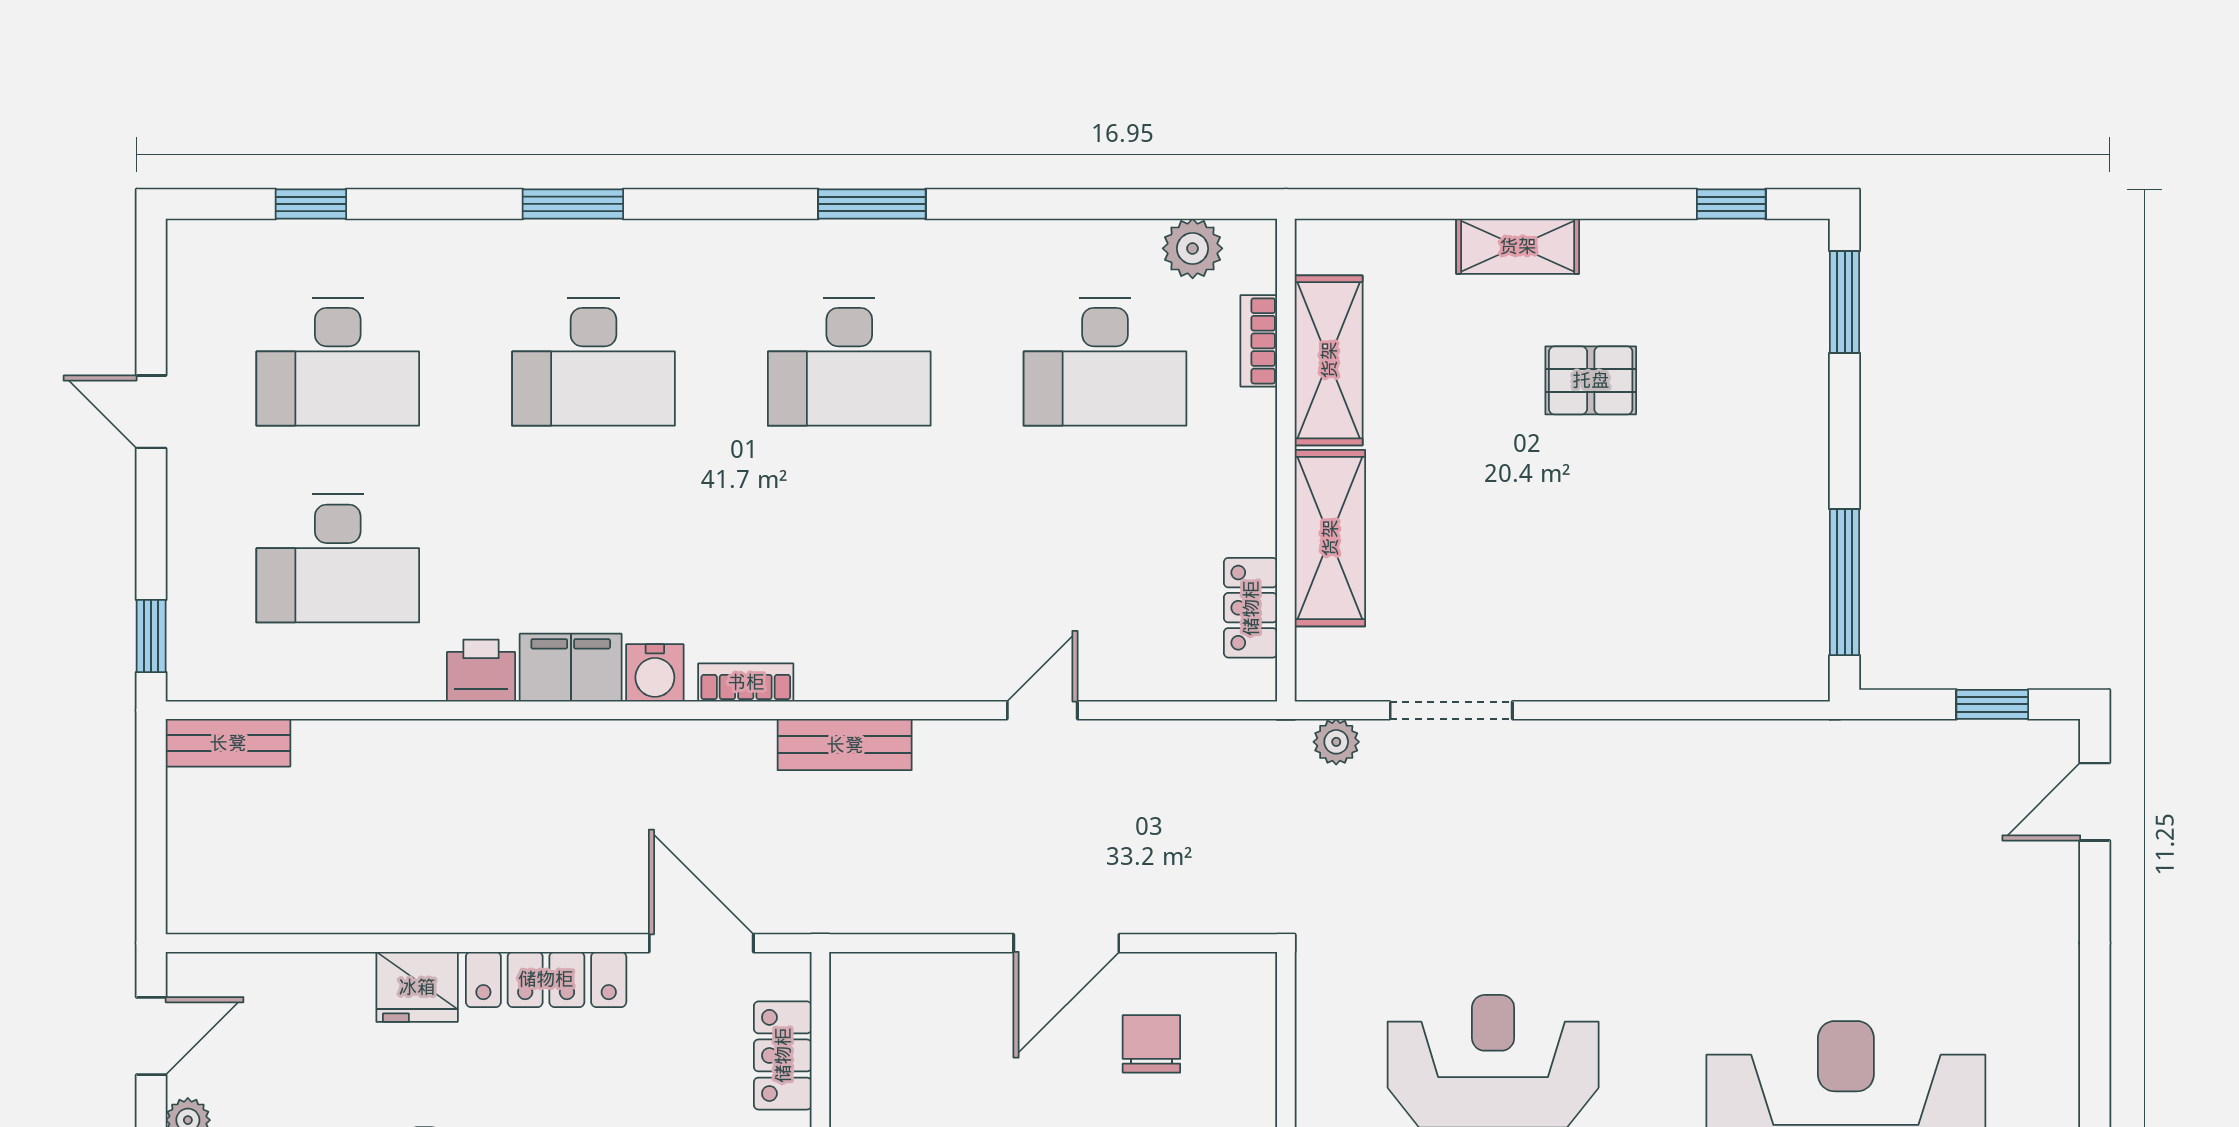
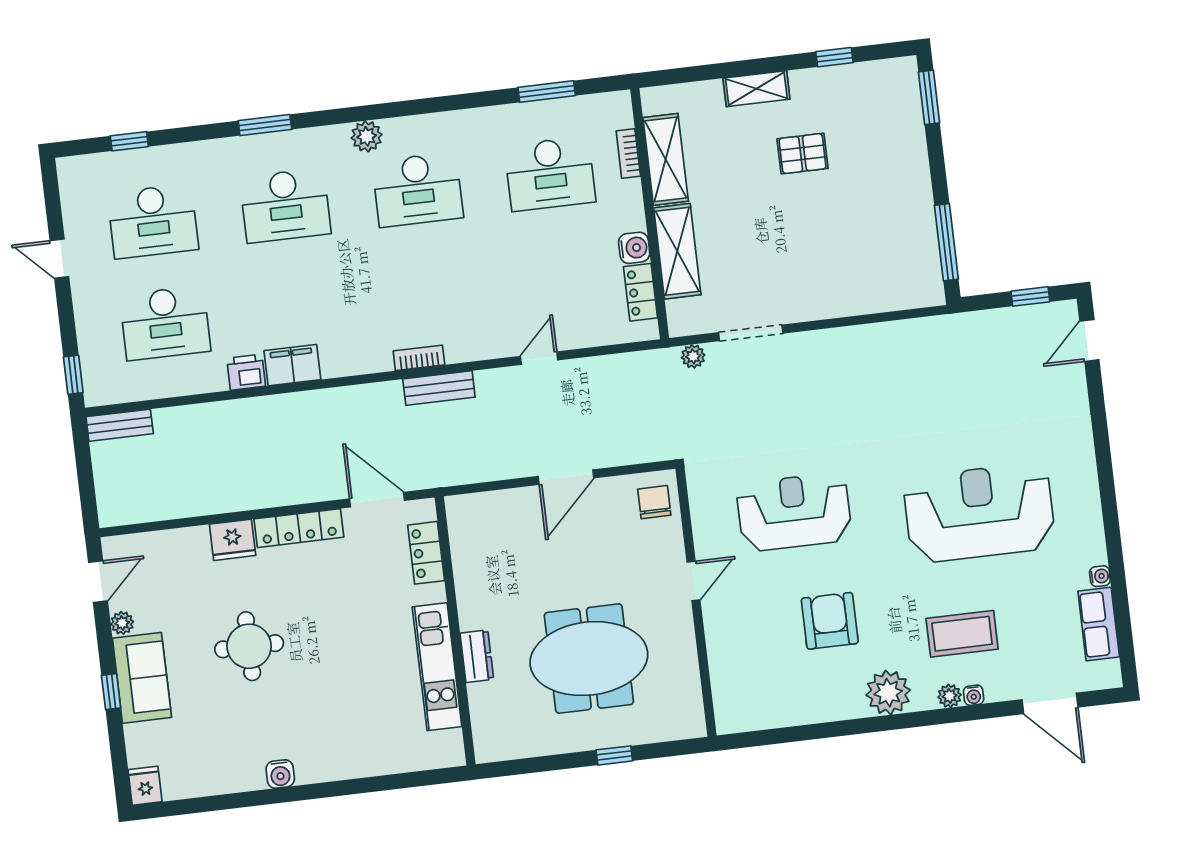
window: (872, 204) -> (547, 91), moved
window: (1731, 204) -> (834, 57), moved
plant: (1193, 248) -> (367, 136), moved
water cooler: (655, 673) -> (634, 248), moved, turned -90
bookcase: (746, 682) -> (419, 358), moved
chair: (1151, 1044) -> (654, 502), moved

